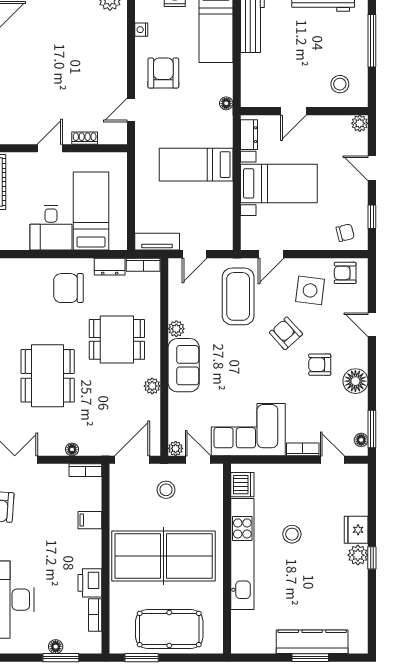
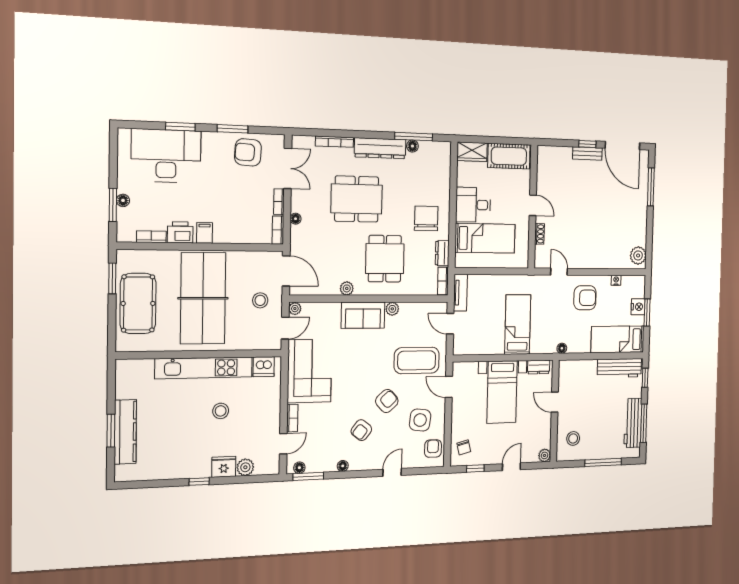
armchair: (320, 365) -> (361, 430), turned -142
floor lamp: (355, 381) -> (343, 466), width x0.53, depth x0.53
bookcase: (53, 470) -> (279, 202), added
filing cabinet: (90, 520) -> (204, 233), moved
plant: (358, 555) -> (245, 467), moved

